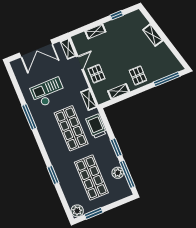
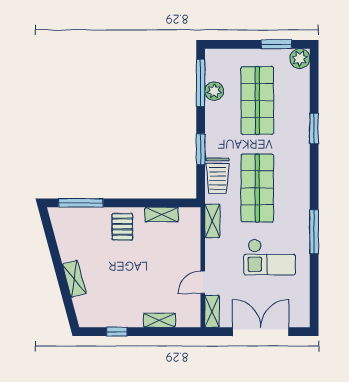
pallet: (96, 74) -> (184, 255), removed
window: (116, 147) -> (201, 149), moved

